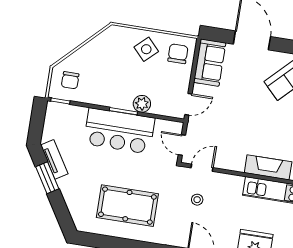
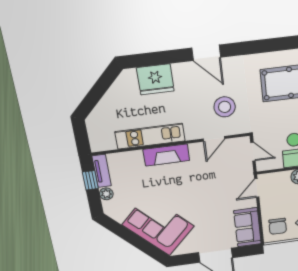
door: (202, 168) -> (214, 139), moved
stool: (197, 200) -> (225, 107), width x1.89, depth x1.89

